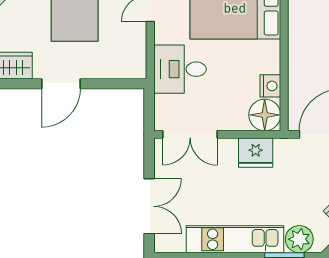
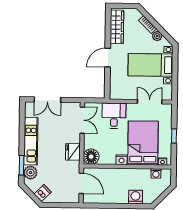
door: (61, 84) -> (108, 58), hinge flipped
nightstand: (270, 86) -> (122, 160), moved
double door: (190, 134) -> (82, 120), swing flipped

